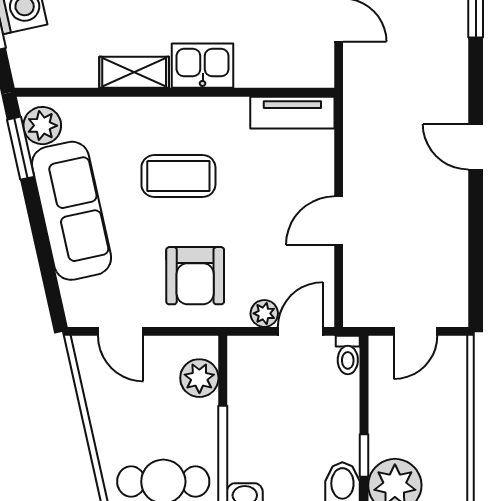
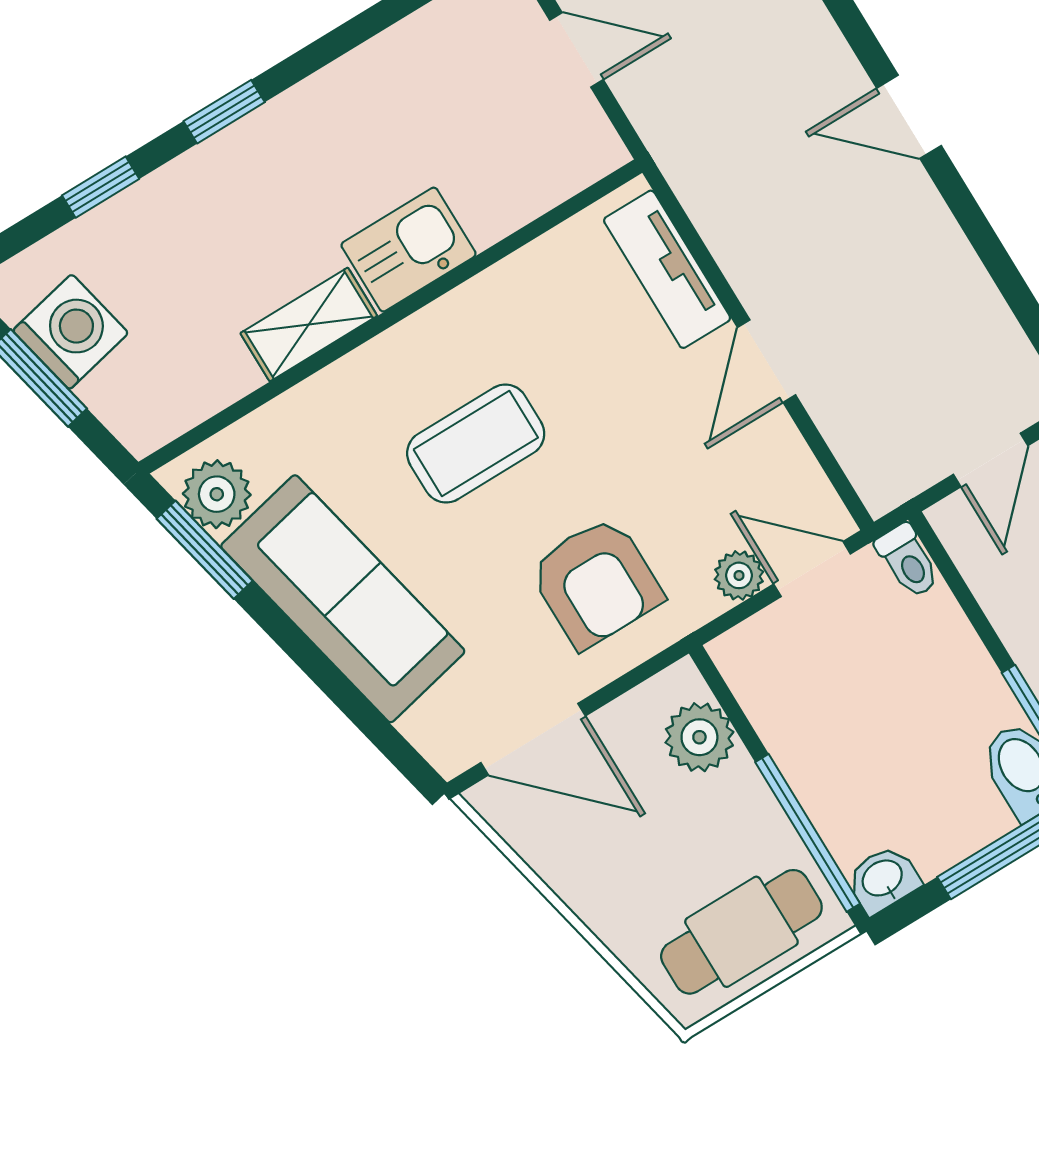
tv unit: (292, 113) -> (667, 269), moved, turned 90
door: (121, 331) -> (533, 739), width x1.38
door: (300, 331) -> (812, 569), hinge flipped

